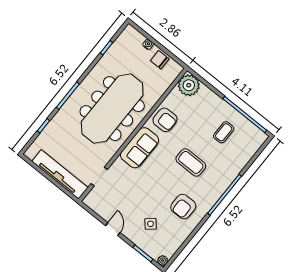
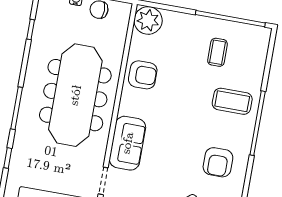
sofa: (140, 148) -> (127, 143), moved
coffee table: (191, 162) -> (232, 101), moved

